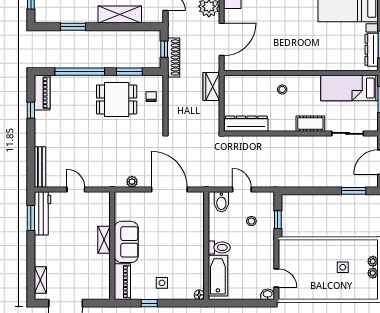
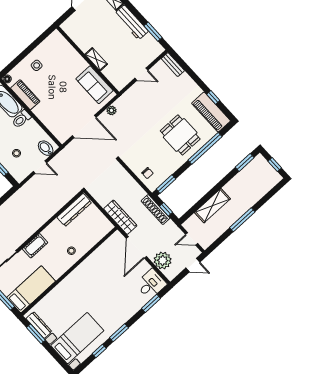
window: (73, 27) -> (245, 162), moved
window: (129, 72) -> (166, 184), moved
wardrobe: (211, 87) -> (120, 217), width x1.50
piano: (42, 93) -> (211, 112), width x1.37, depth x1.33
dining table: (117, 99) -> (180, 135), moved, turned 90
bench: (40, 167) -> (173, 65), width x0.73
workbench: (42, 213) -> (131, 22), moved
sofa: (126, 242) -> (94, 85), moved
piano: (122, 282) -> (25, 95), moved, turned 180
window: (149, 303) -> (33, 46), removed

